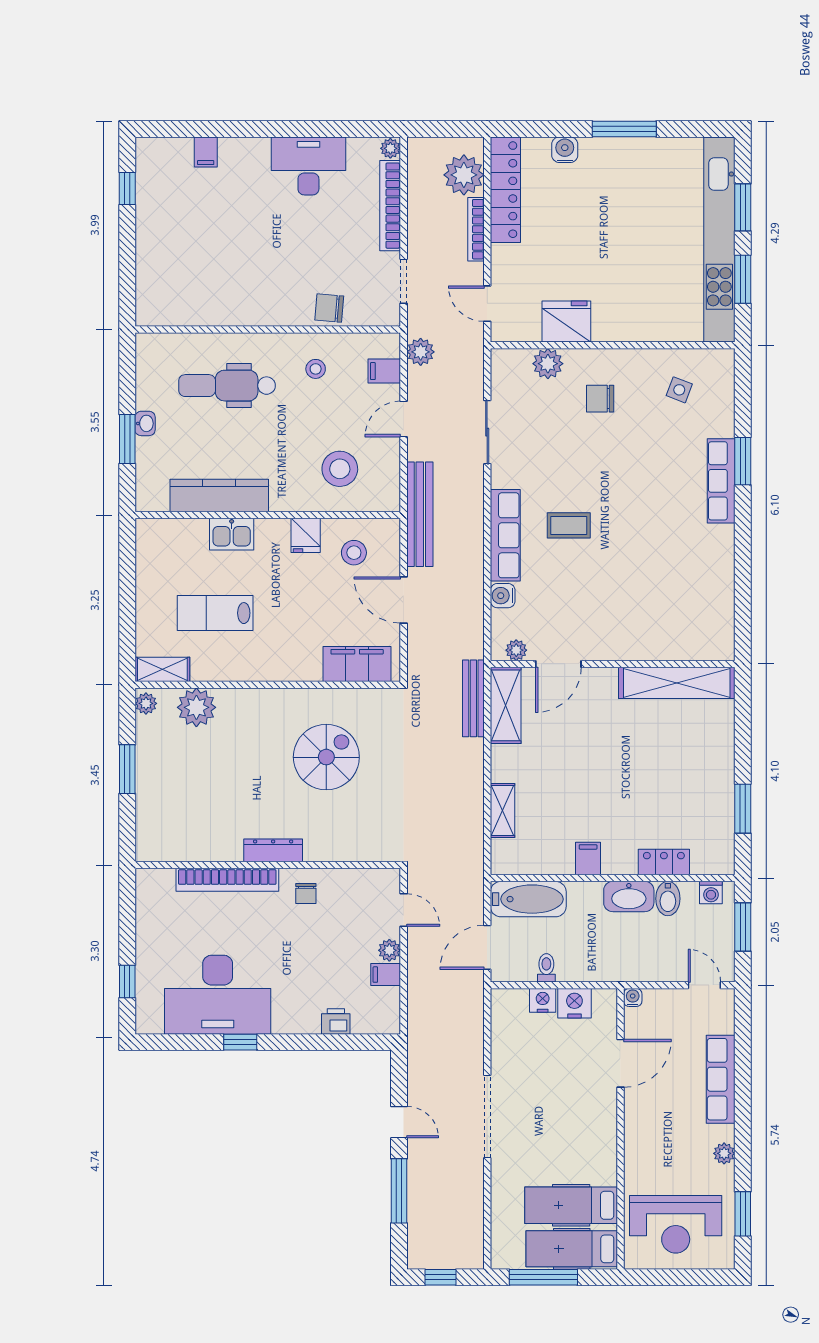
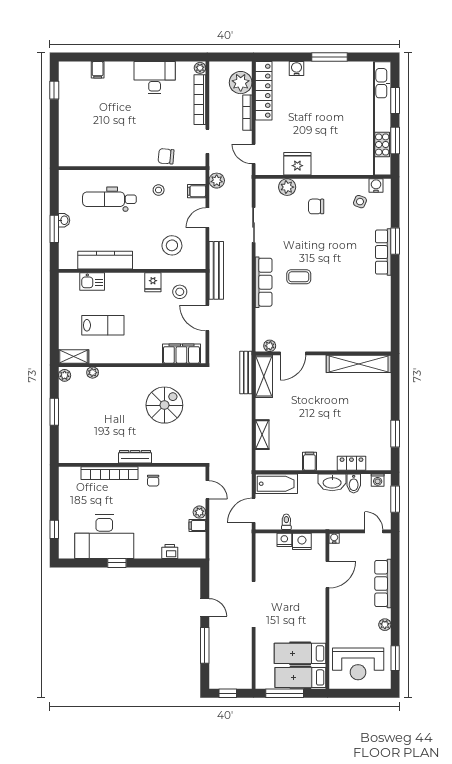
kitchen sink: (232, 534) -> (92, 282), moved
water cooler: (503, 596) -> (376, 185), moved, turned 90
lab bench: (215, 613) -> (103, 325), turned 180
plant: (196, 707) -> (93, 373), width x0.53, depth x0.53

